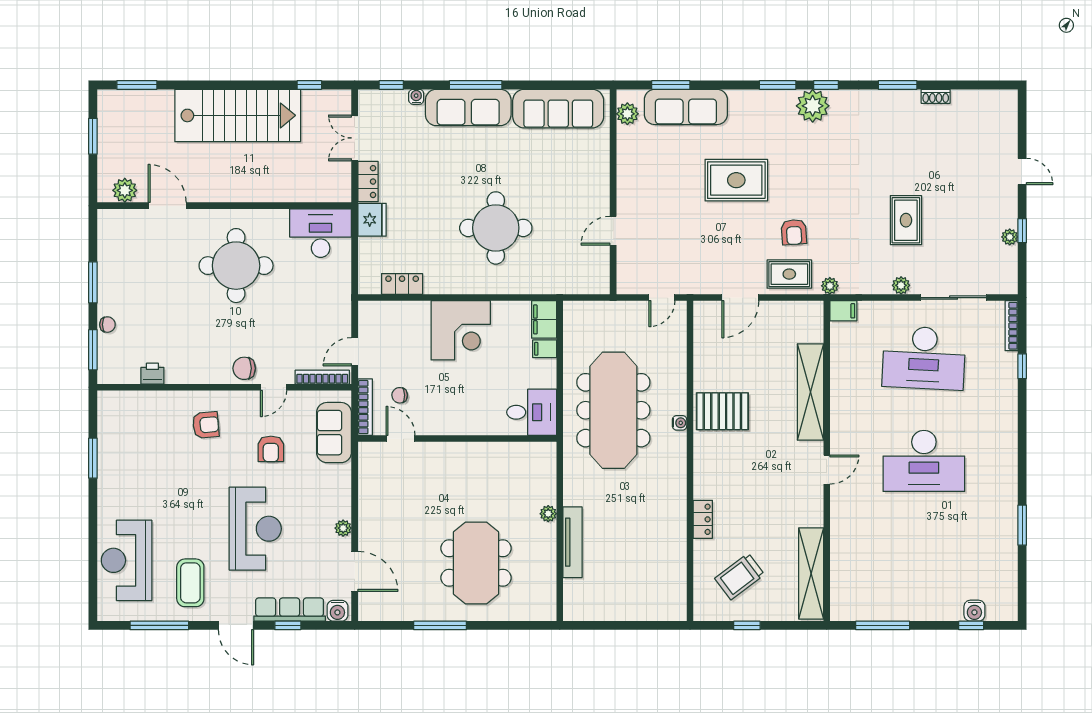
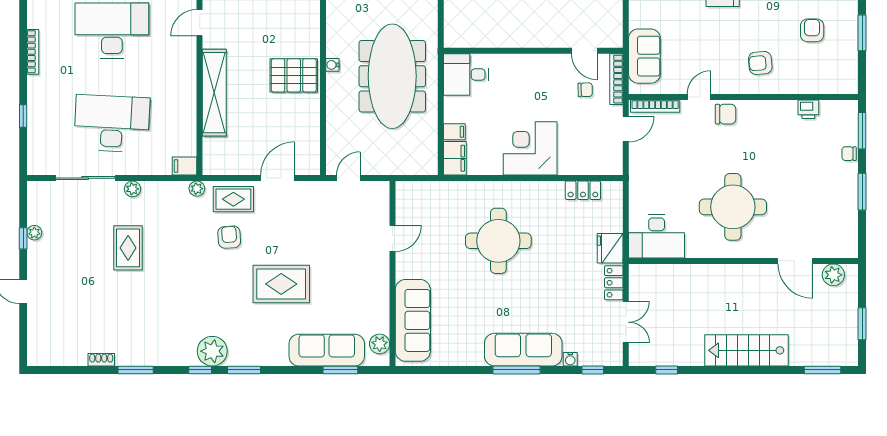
sofa: (558, 109) -> (413, 320), moved, turned 90
stairs: (238, 115) -> (747, 350), width x0.73, depth x0.66
bookcase: (1011, 326) -> (33, 52), moved
armchair: (271, 449) -> (812, 30), moved

